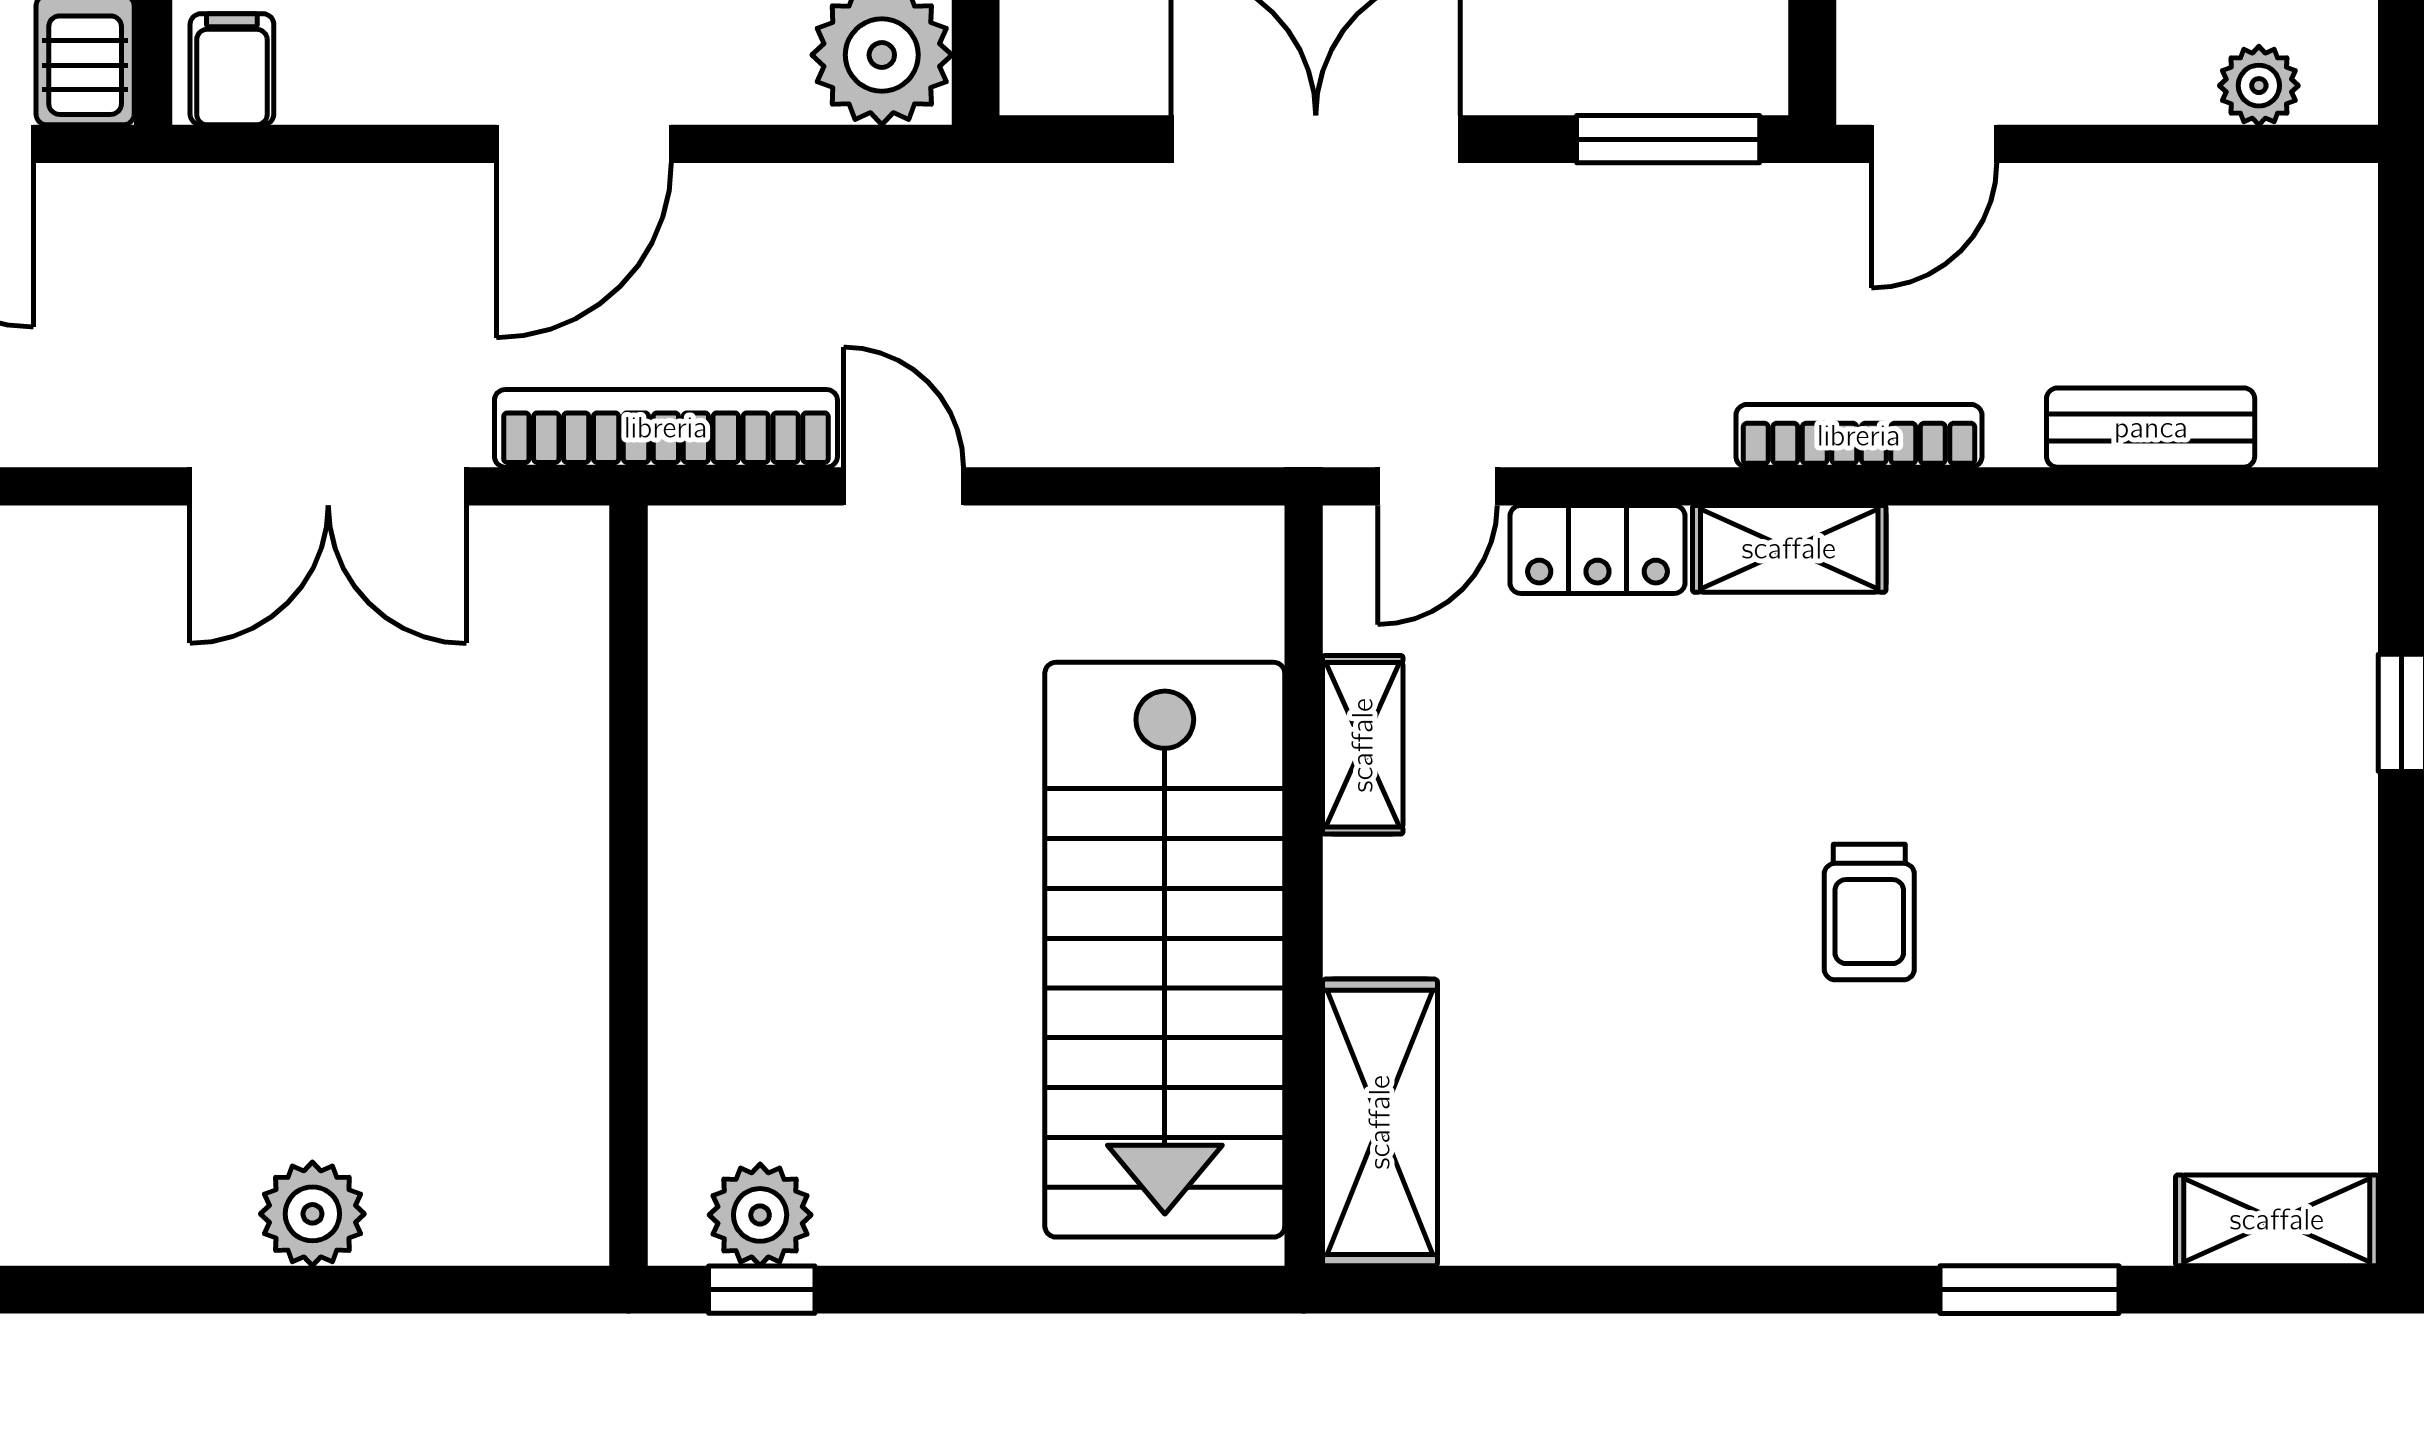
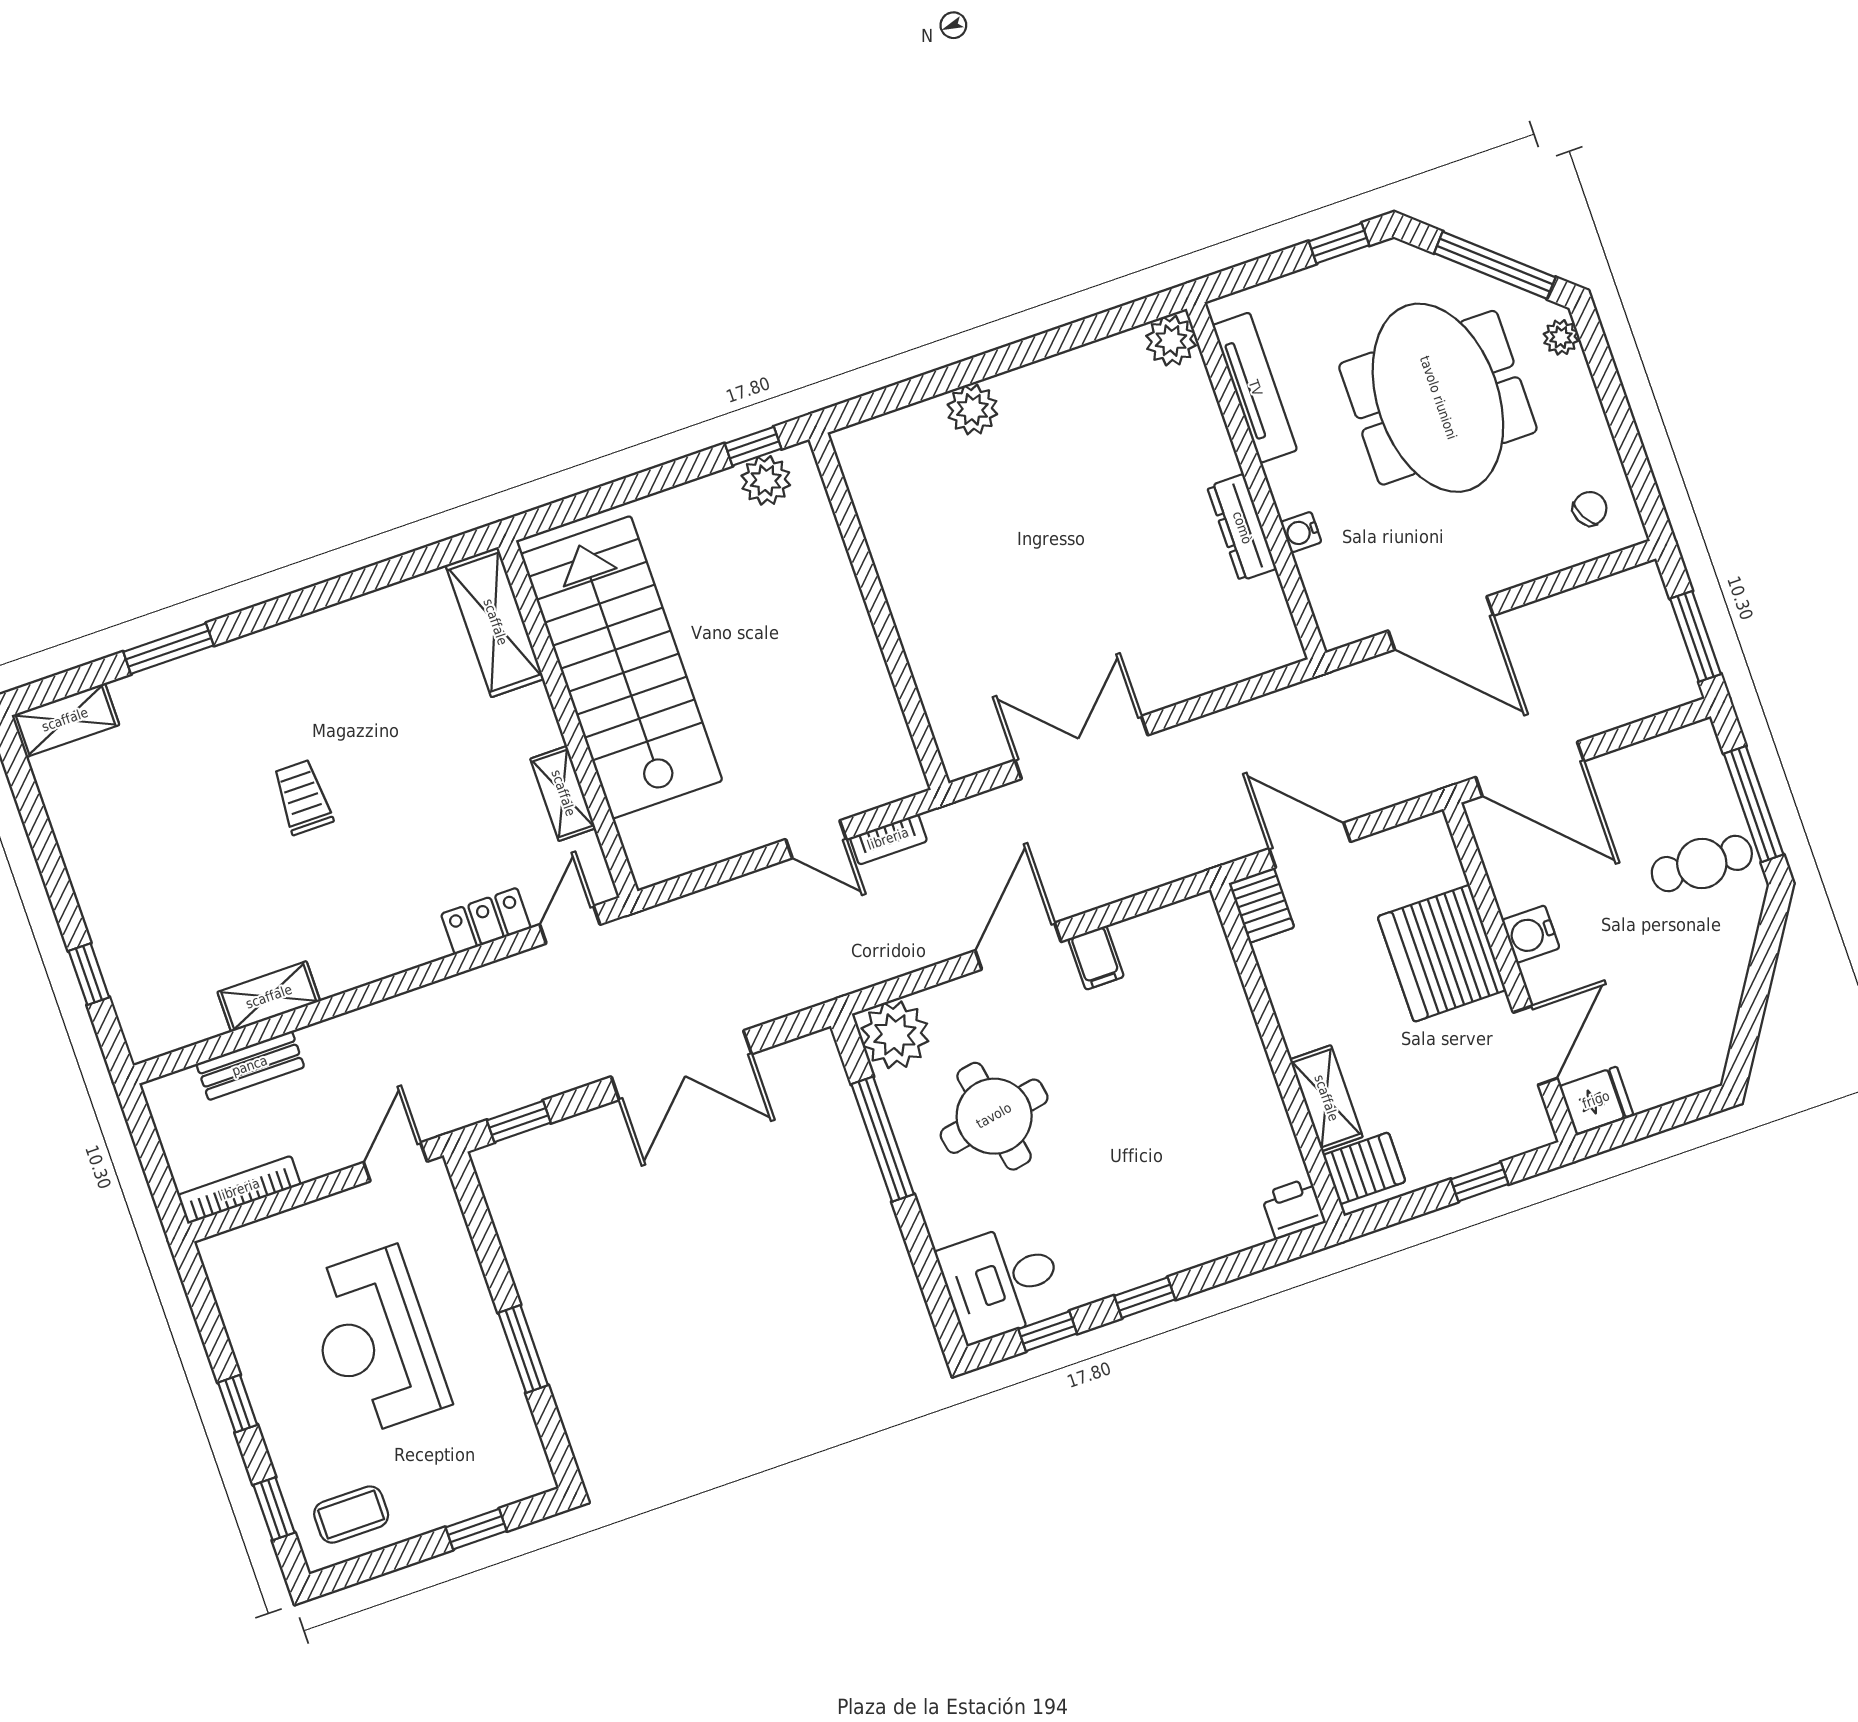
filing cabinet: (232, 69) -> (1096, 958), moved
plant: (2259, 86) -> (255, 1241), removed
window: (1668, 139) -> (519, 1122), width x0.67
bookcase: (666, 428) -> (888, 839), width x0.43, depth x0.76
bookcase: (1859, 436) -> (239, 1190), moved, turned 180
shelving: (1789, 549) -> (269, 997), moved

